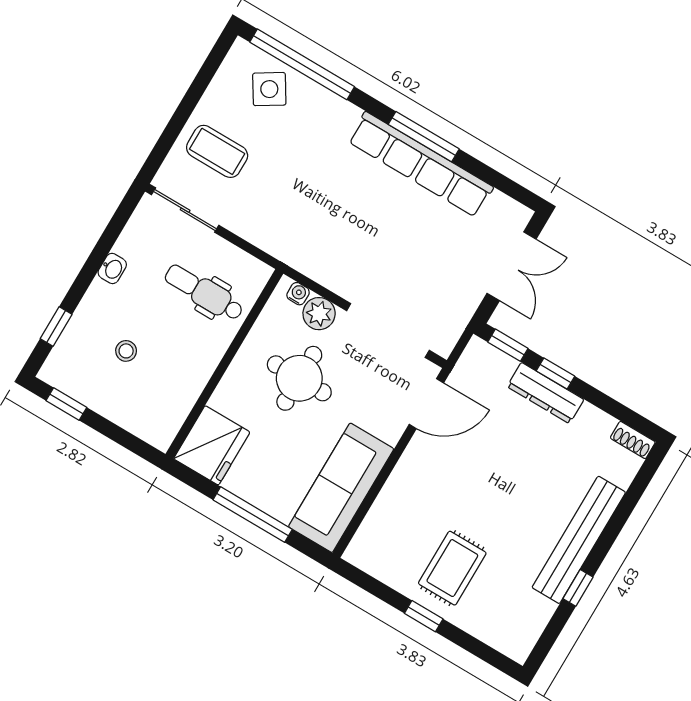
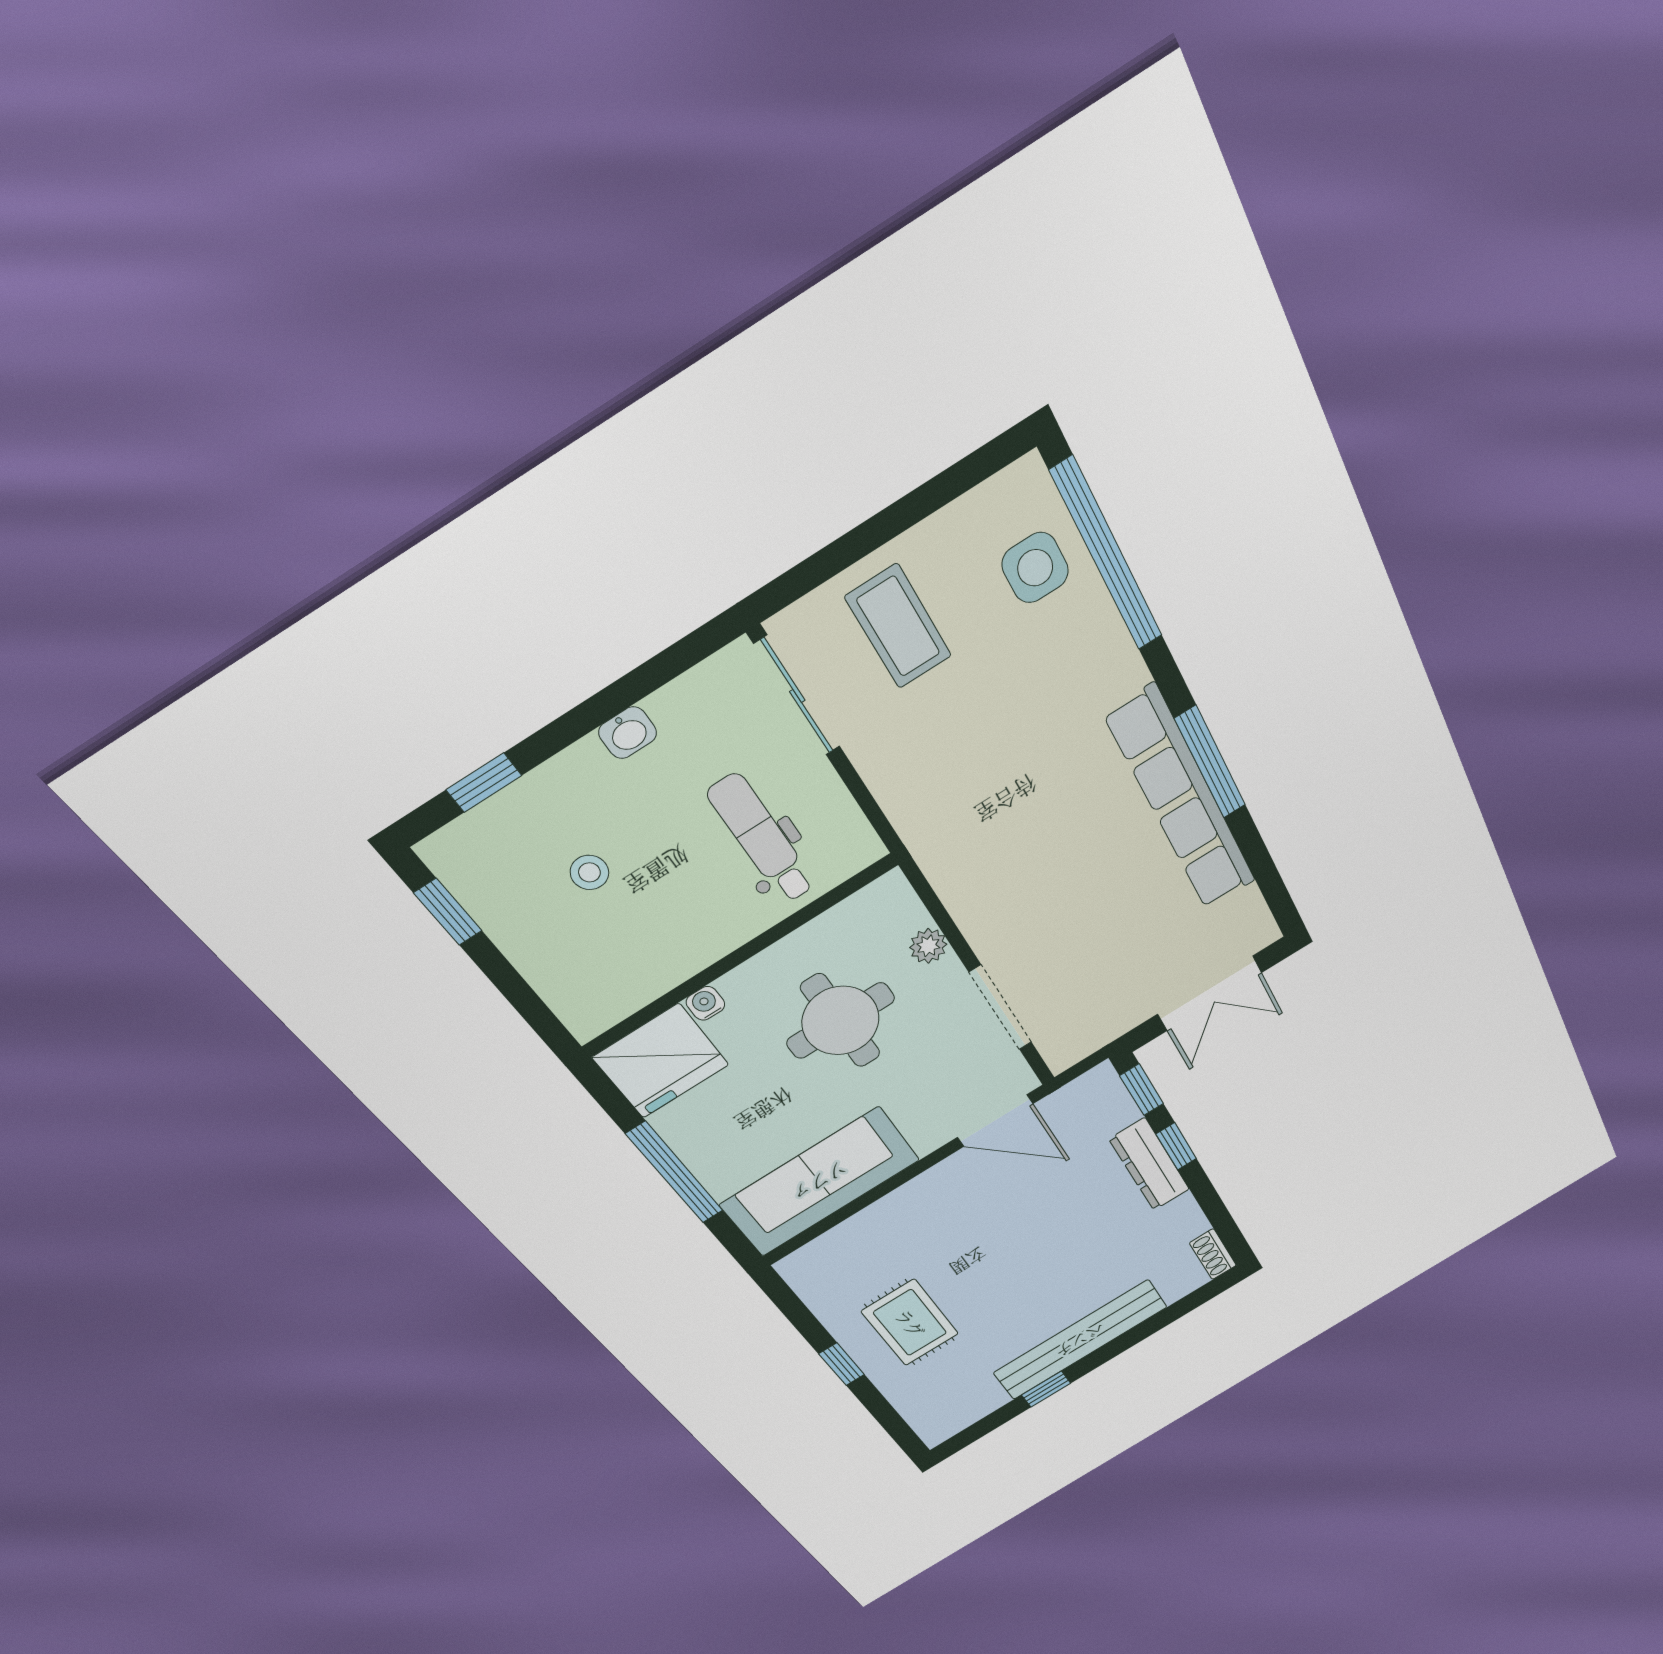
side table: (269, 89) -> (1035, 568), turned 32
water cooler: (298, 294) -> (705, 1003), moved, turned -90
plant: (319, 314) -> (928, 946), width x0.73, depth x0.73
doorway: (388, 331) -> (1001, 1008), width x0.73
rug: (452, 568) -> (910, 1323), turned 90

